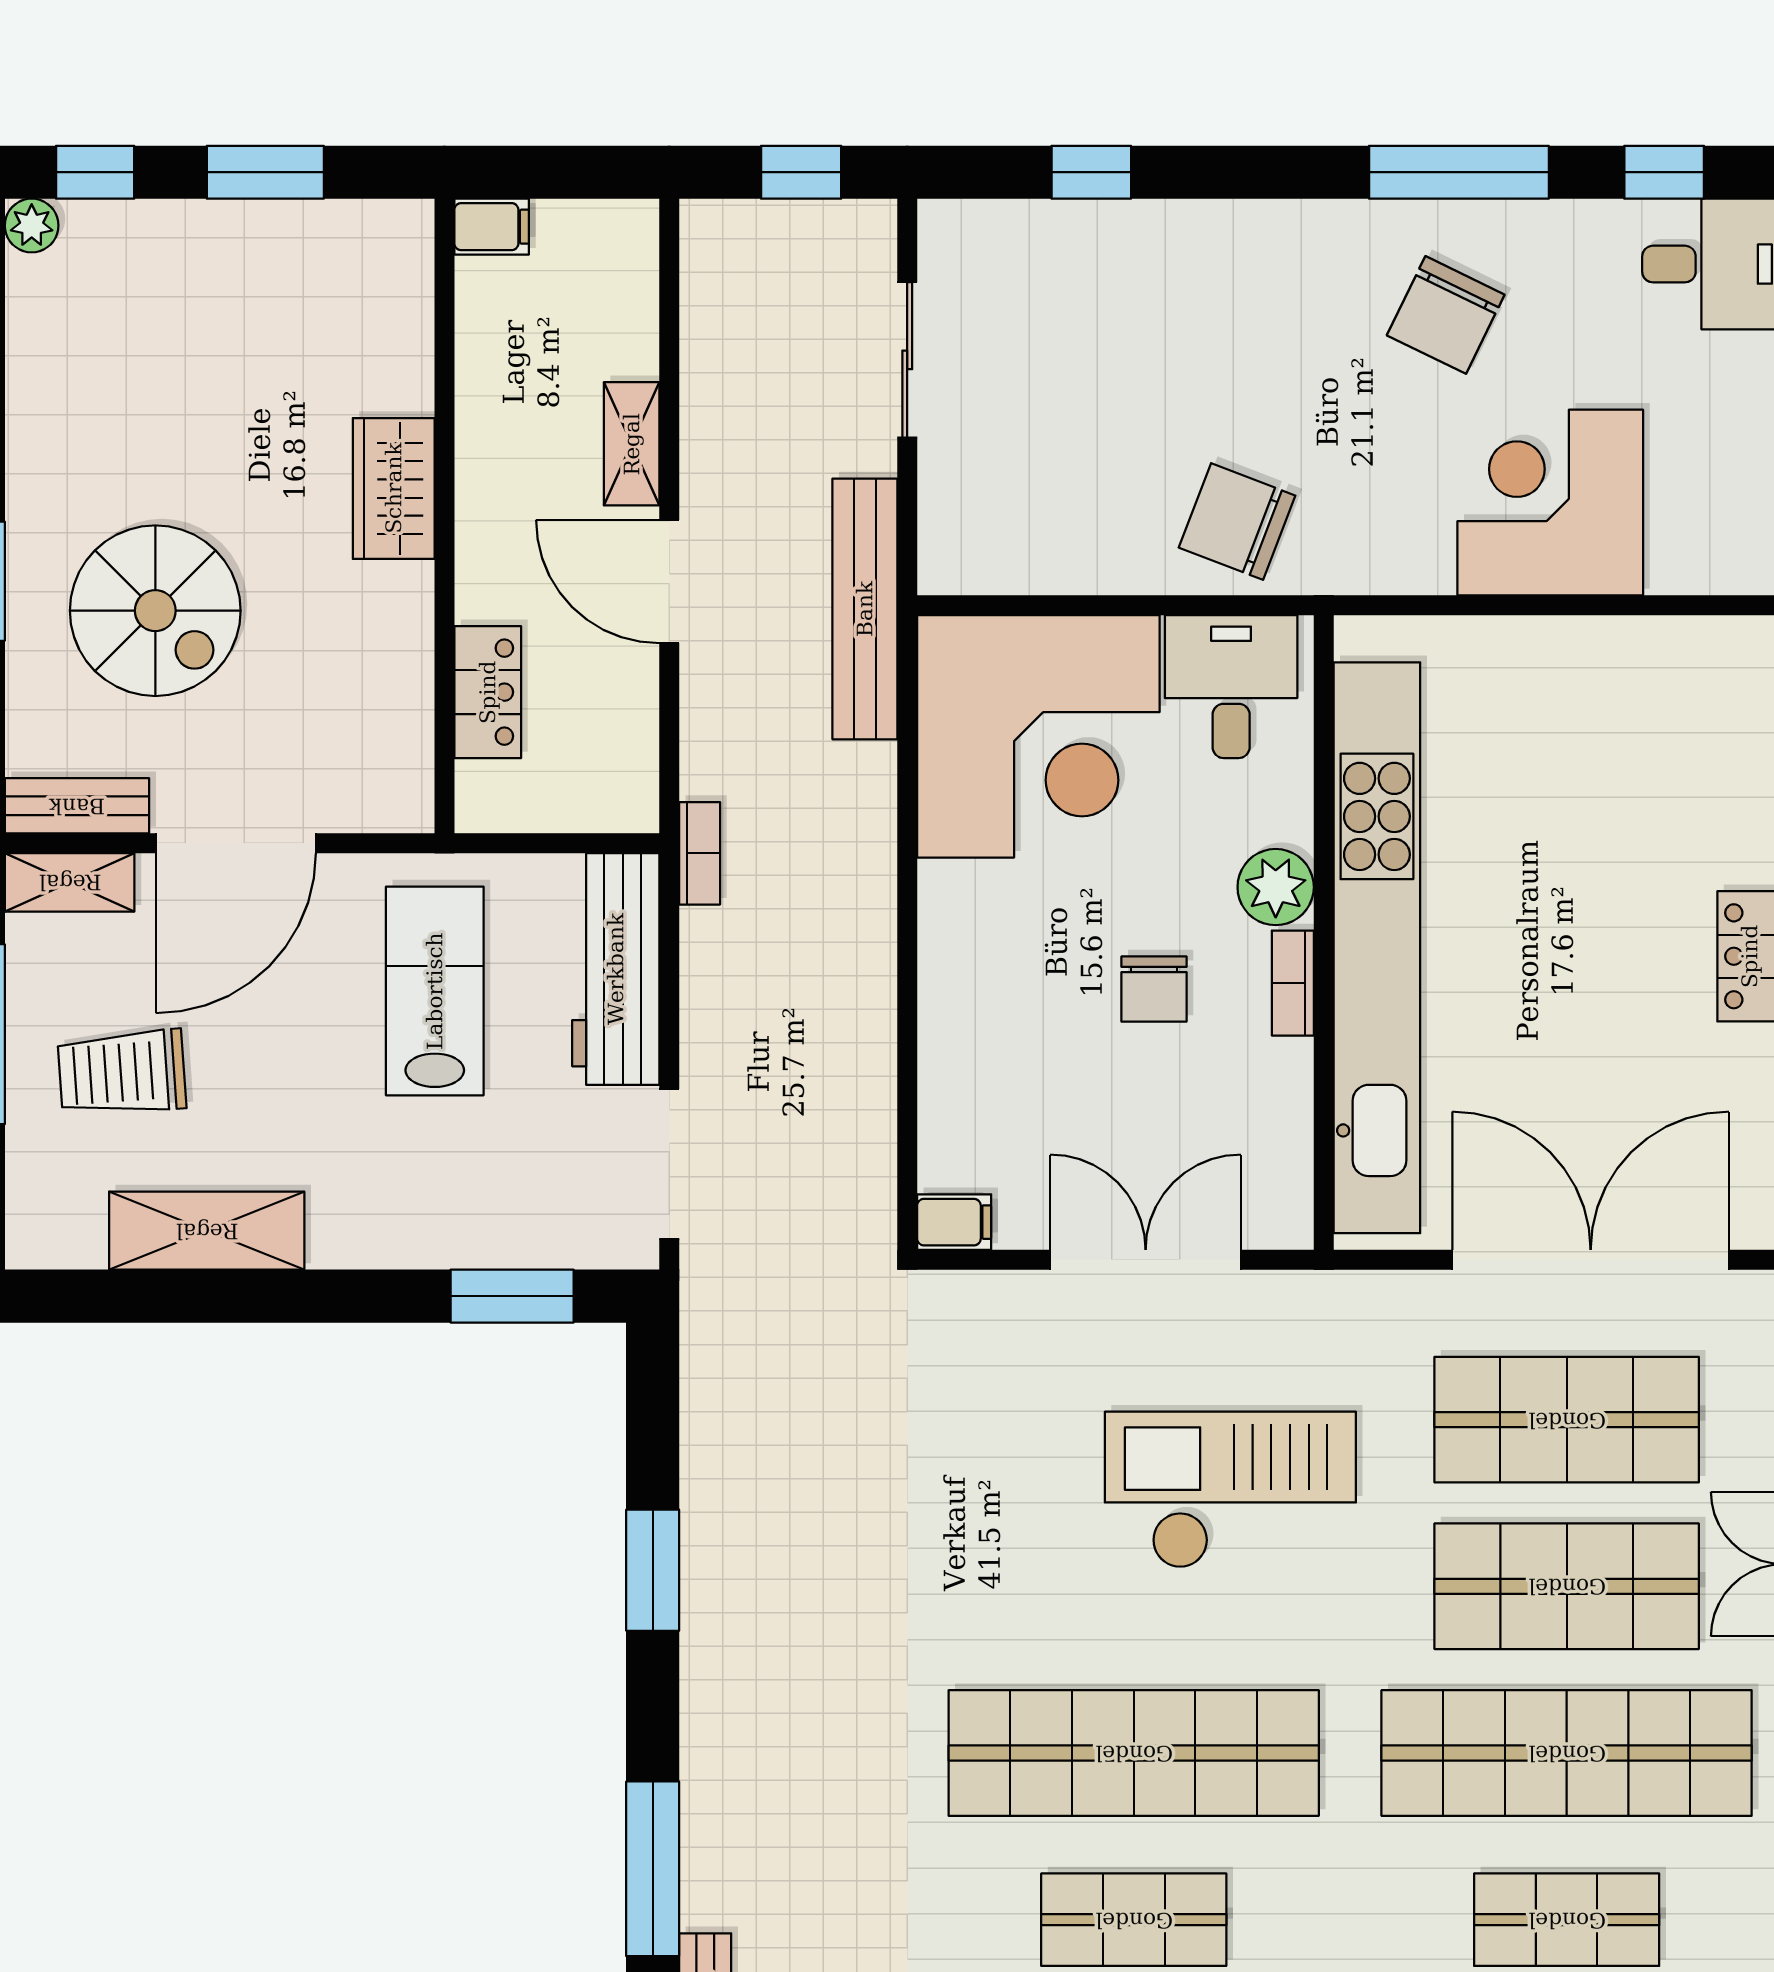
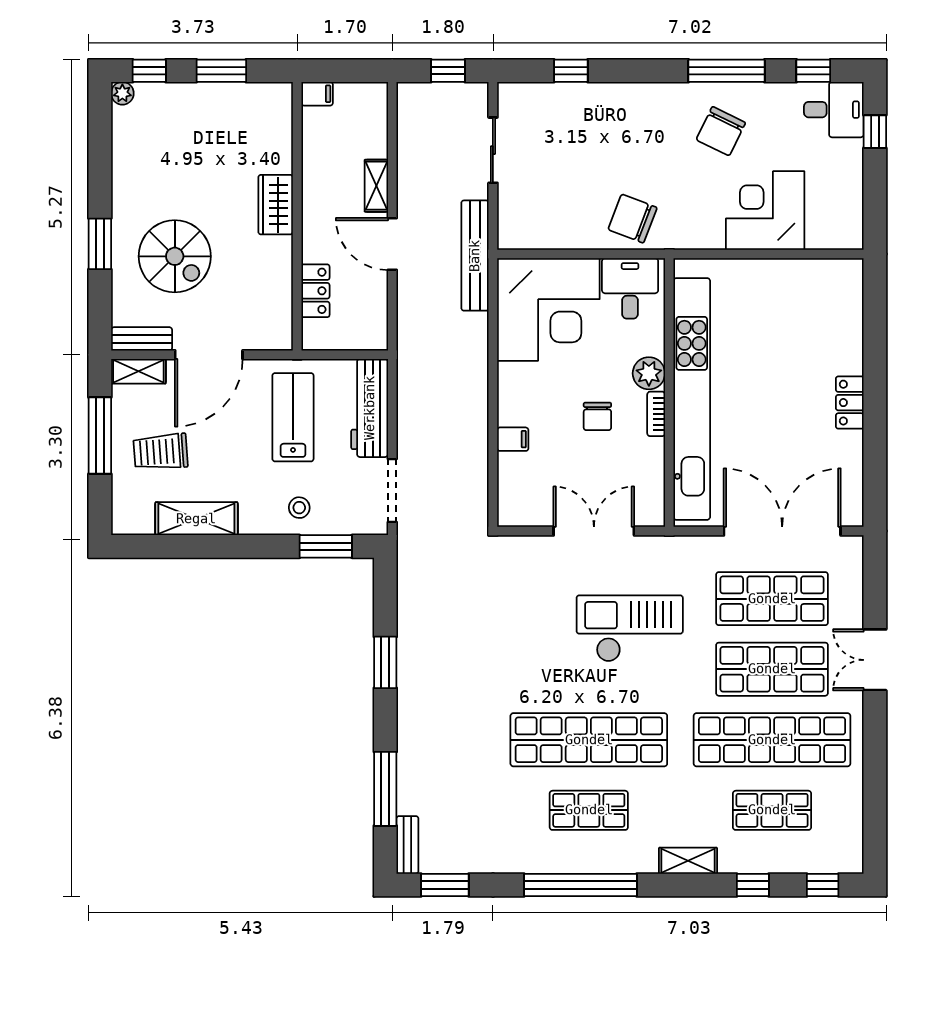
bookcase: (700, 853) -> (405, 359), removed
stool: (450, 1204) -> (299, 508), added
filing cabinet: (954, 1222) -> (513, 439), moved

